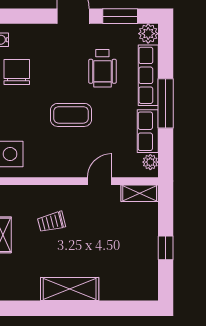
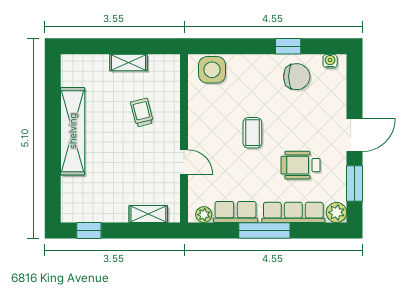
coffee table: (71, 115) -> (252, 133), width x0.73, depth x0.77
shelving: (140, 193) -> (148, 214), moved, turned 90
window: (166, 248) -> (89, 230), moved
shelving: (70, 289) -> (73, 131), width x1.47

